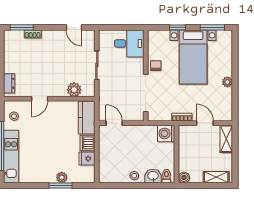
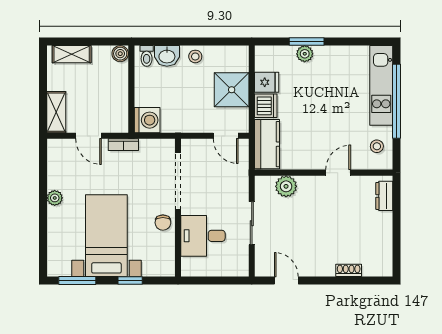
window: (22, 27) -> (365, 280), removed
desk: (129, 43) -> (203, 236), moved
shower: (110, 154) -> (232, 90), added

